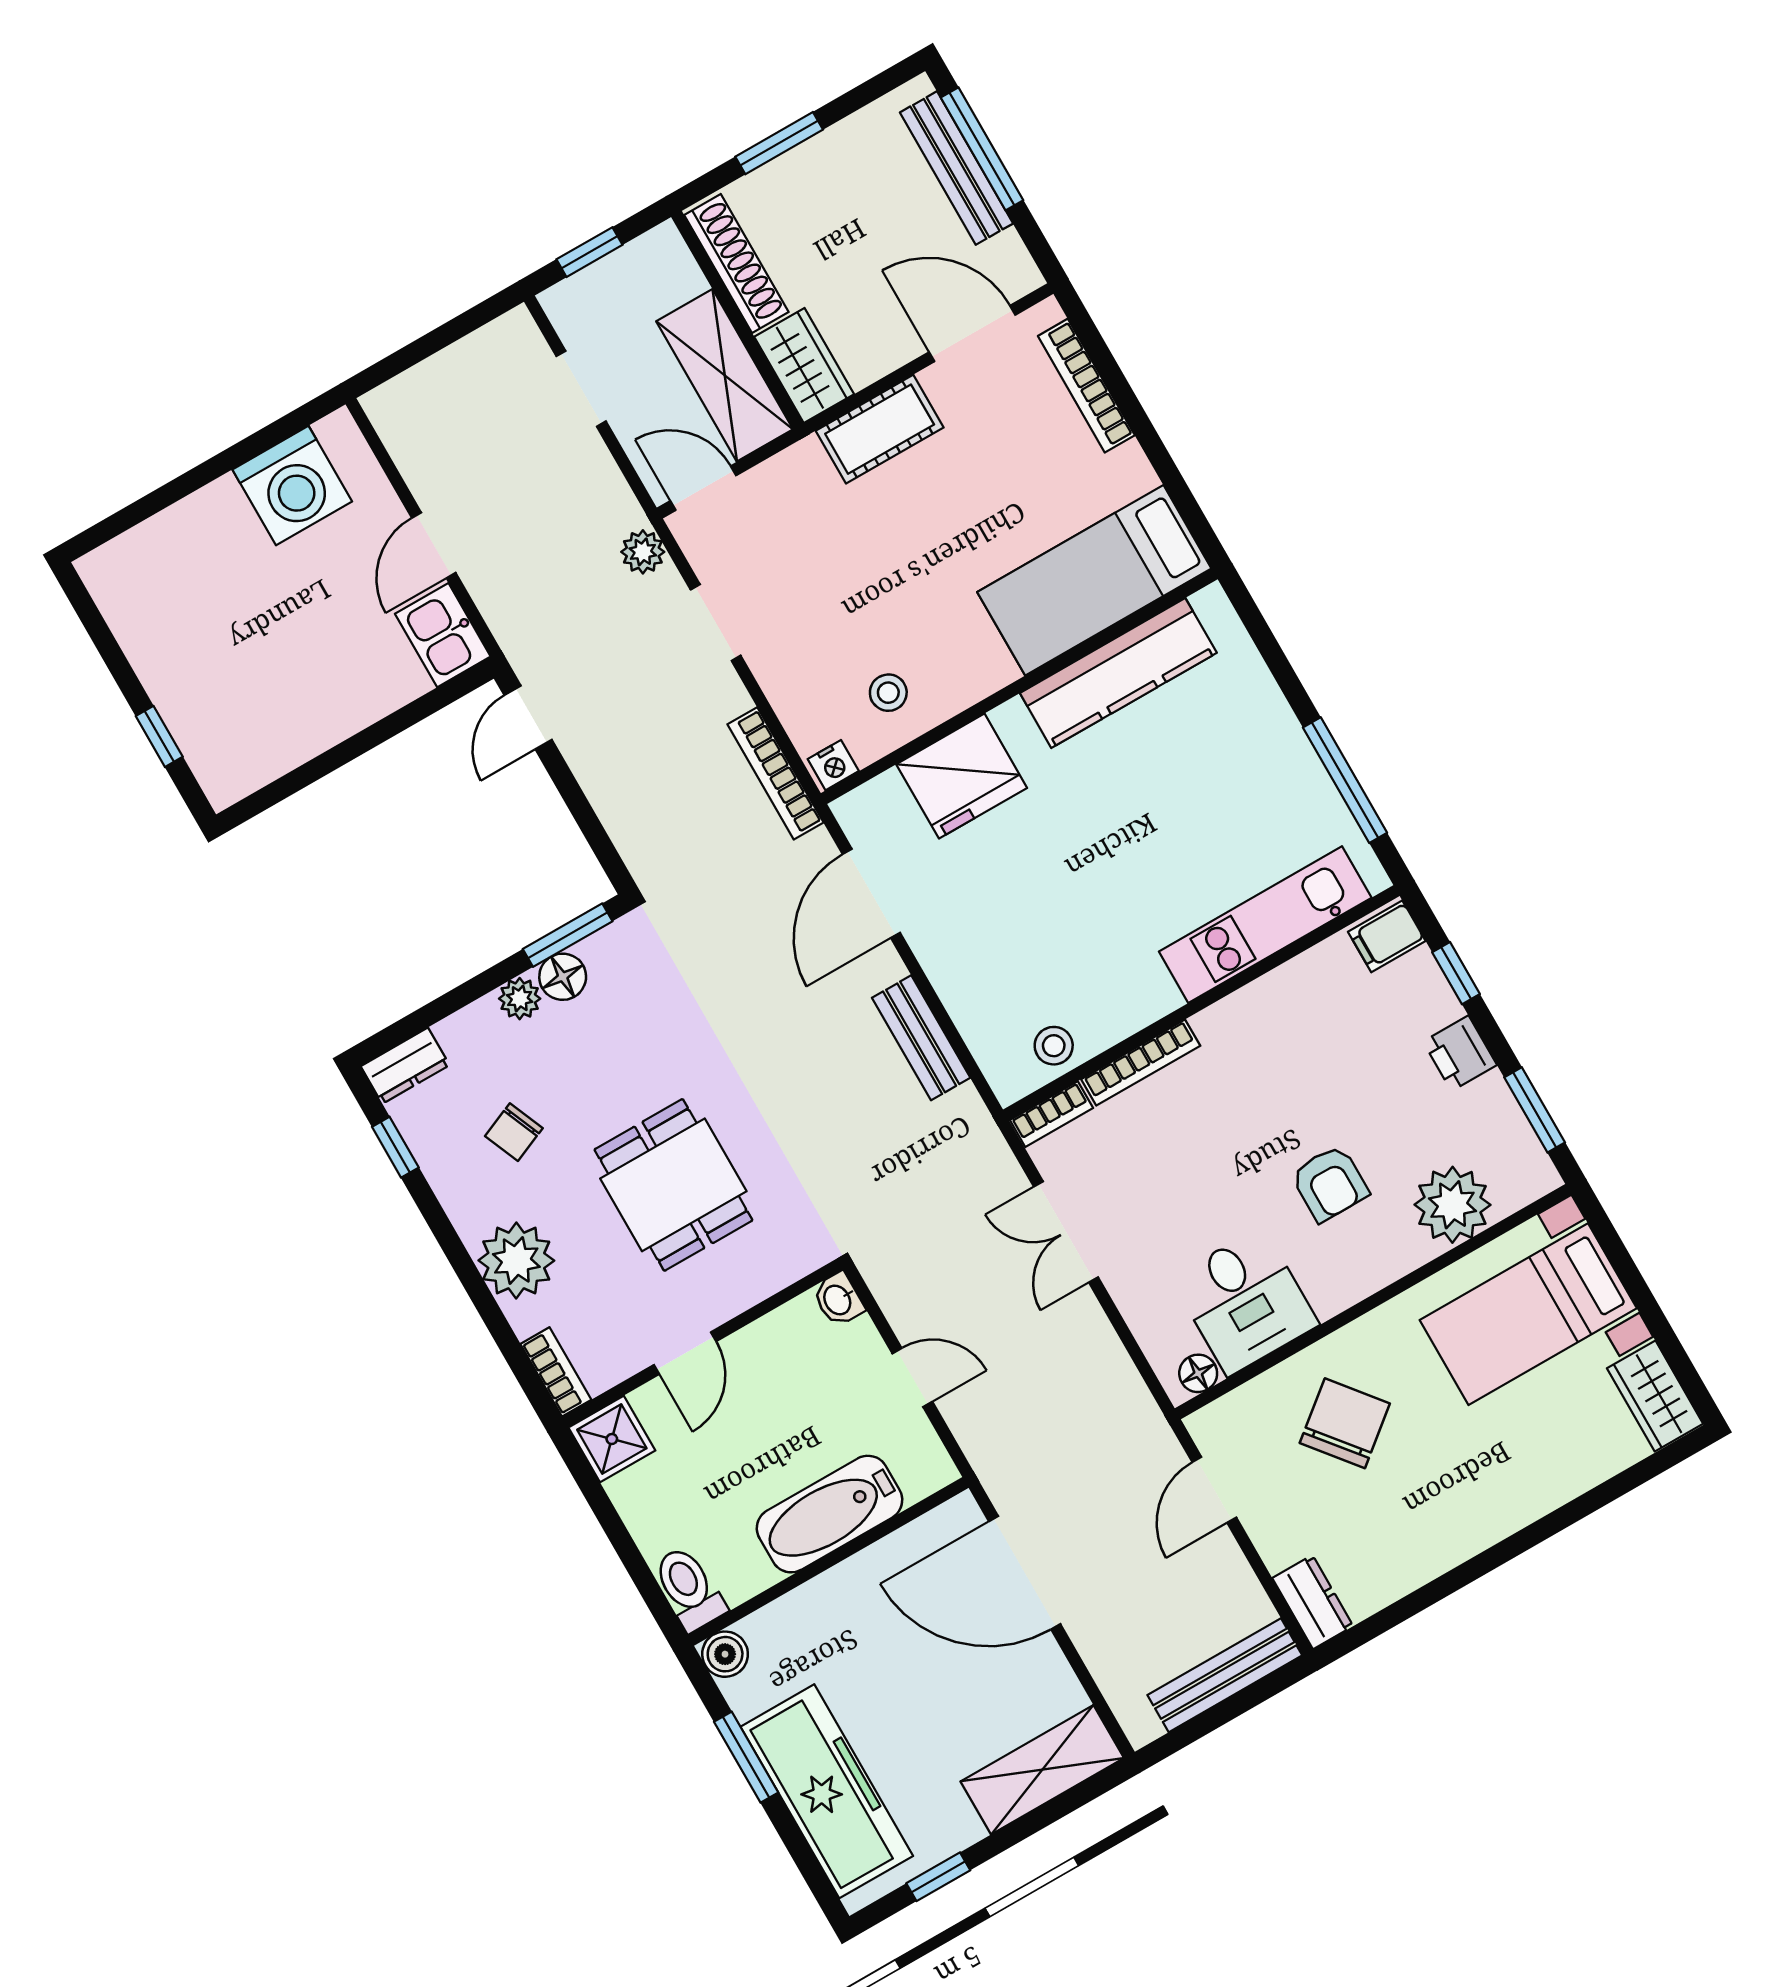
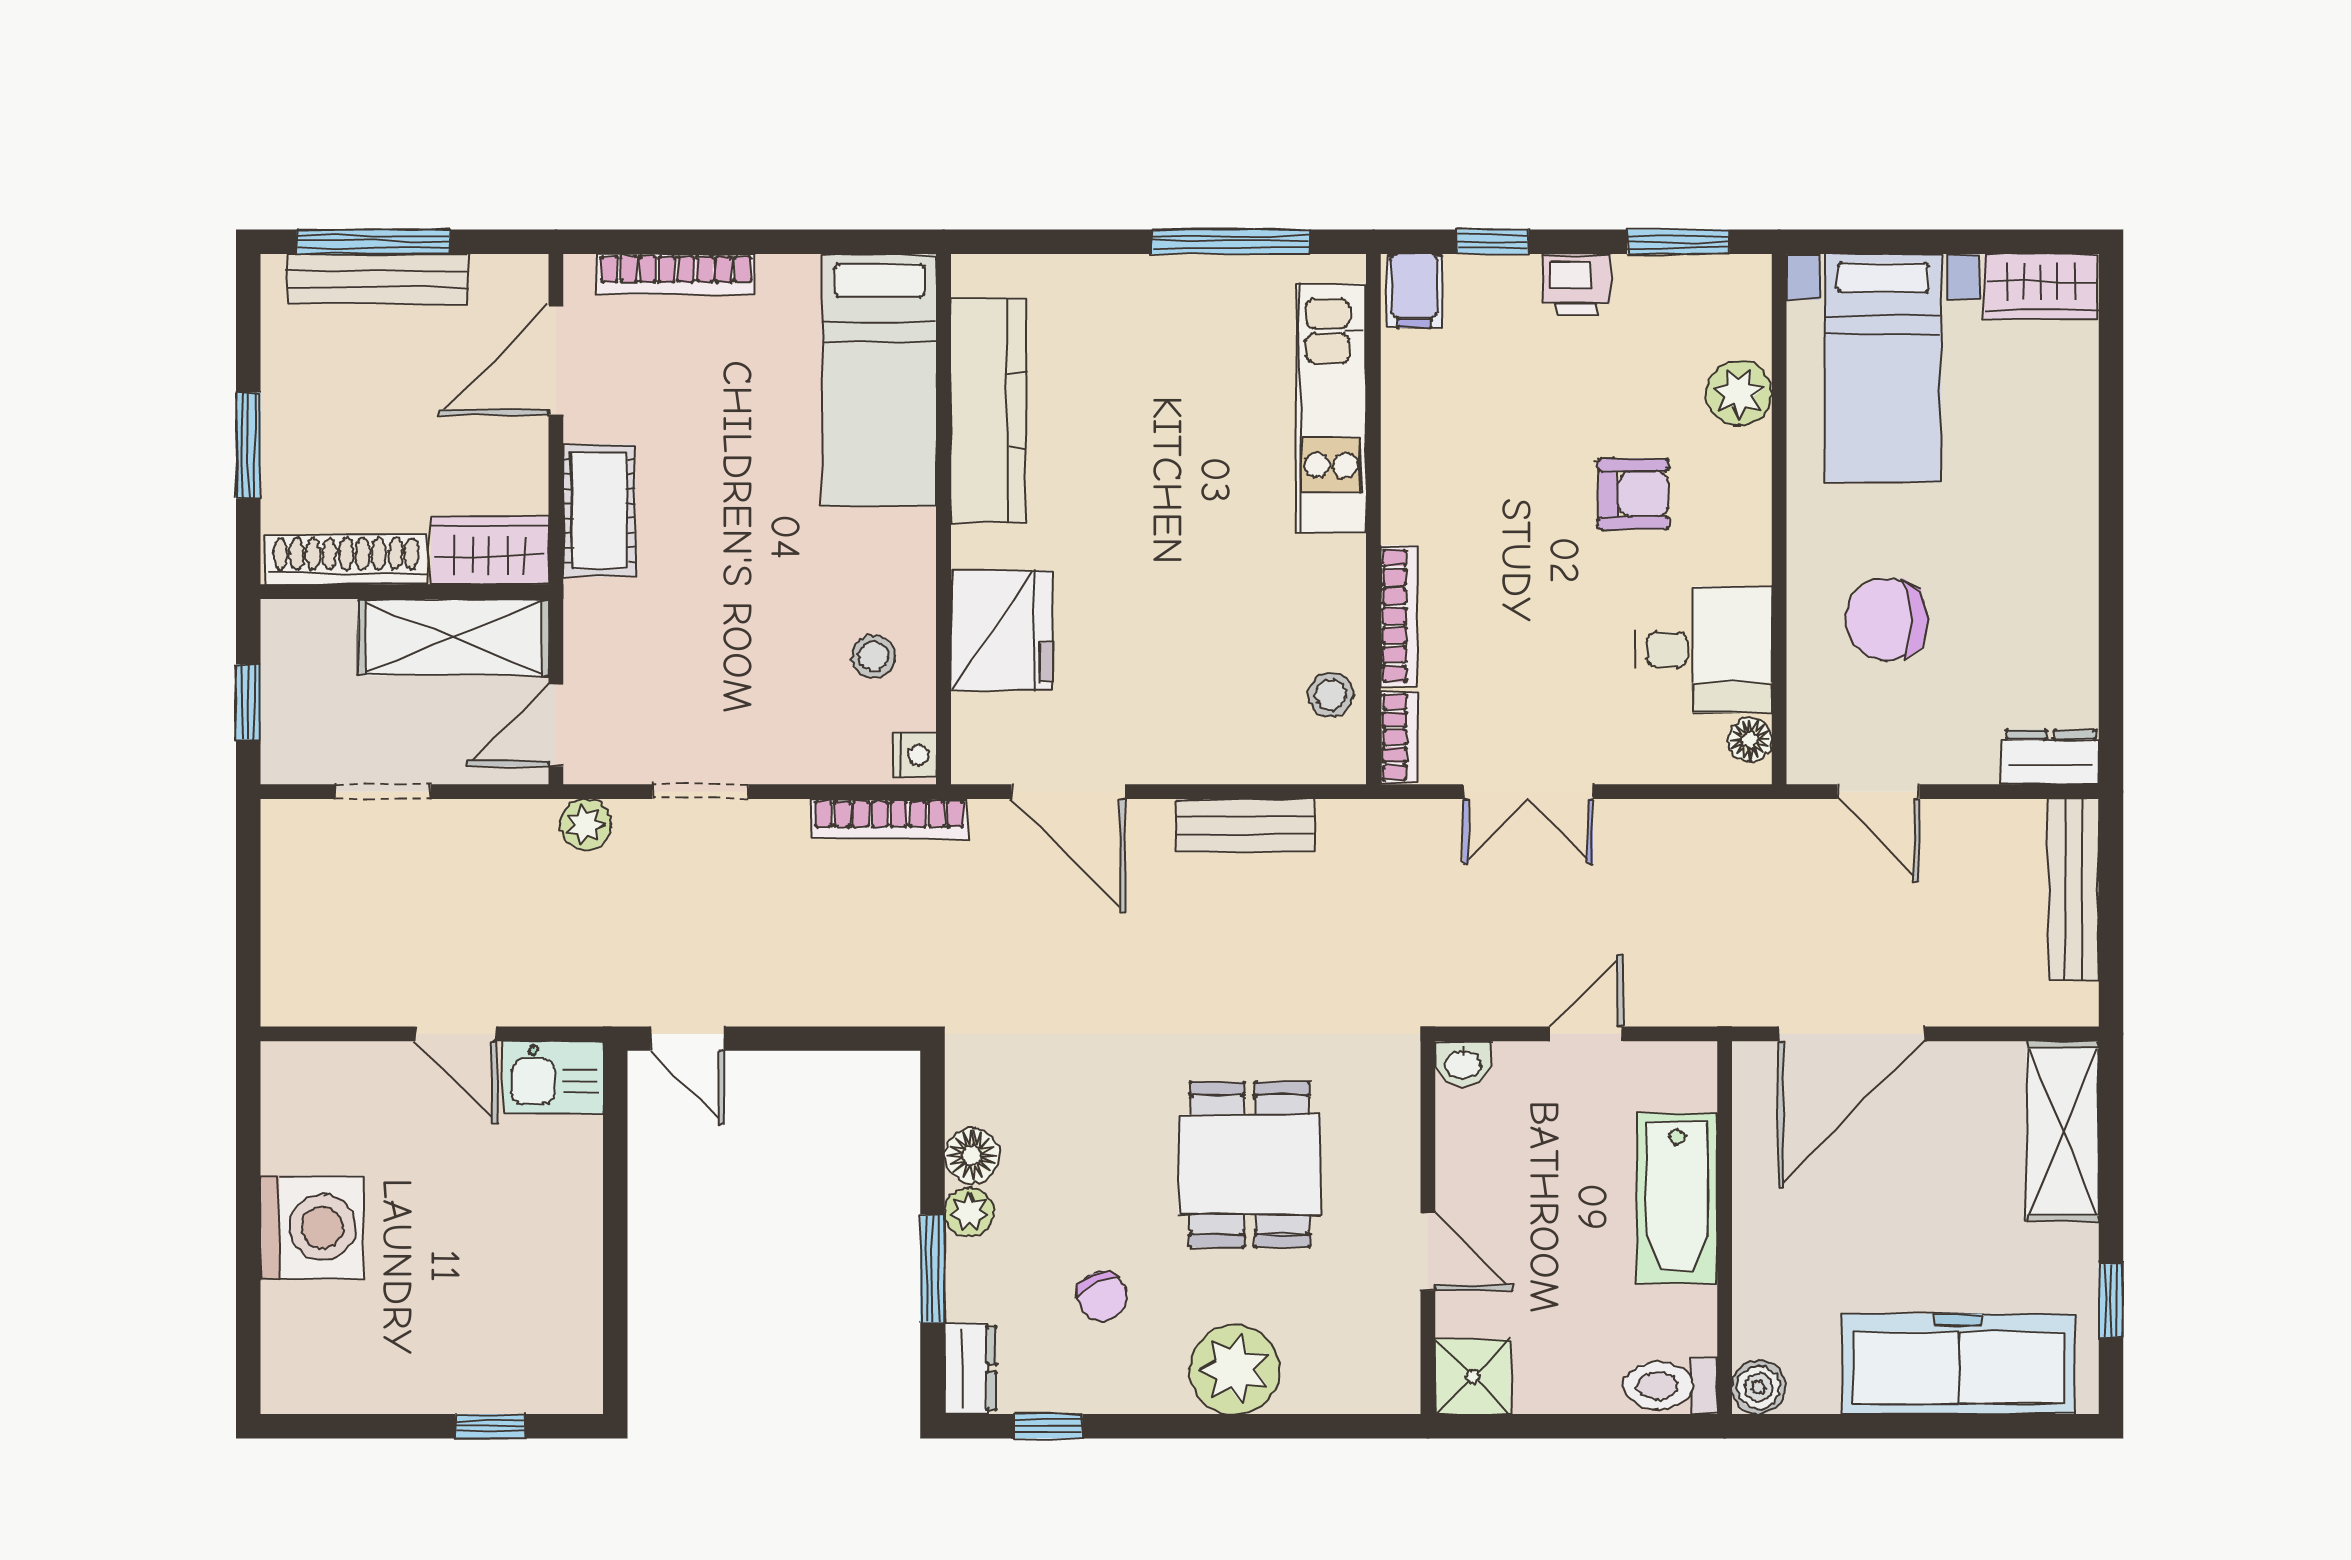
washing machine: (292, 486) -> (312, 1227), moved
window: (568, 935) -> (933, 1268), moved
dining table: (673, 1185) -> (1250, 1165), turned 90
plant: (1452, 1205) -> (1739, 393), width x0.73, depth x0.73
bookcase: (556, 1372) -> (1371, 1394), removed
chair: (1345, 1423) -> (1887, 619), turned -52
window: (746, 1757) -> (1876, 1426), removed

